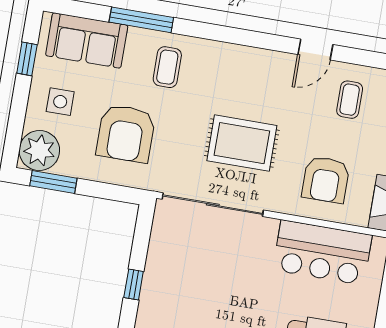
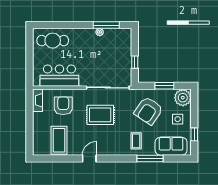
door: (315, 50) -> (89, 158), moved
coffee table: (350, 100) -> (59, 140), width x1.86, depth x1.72
armchair: (126, 133) -> (148, 111), turned -146
window: (53, 182) -> (164, 86), moved
window: (134, 285) -> (135, 62), moved

